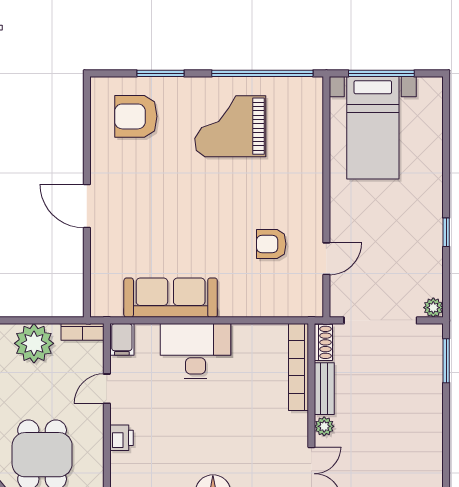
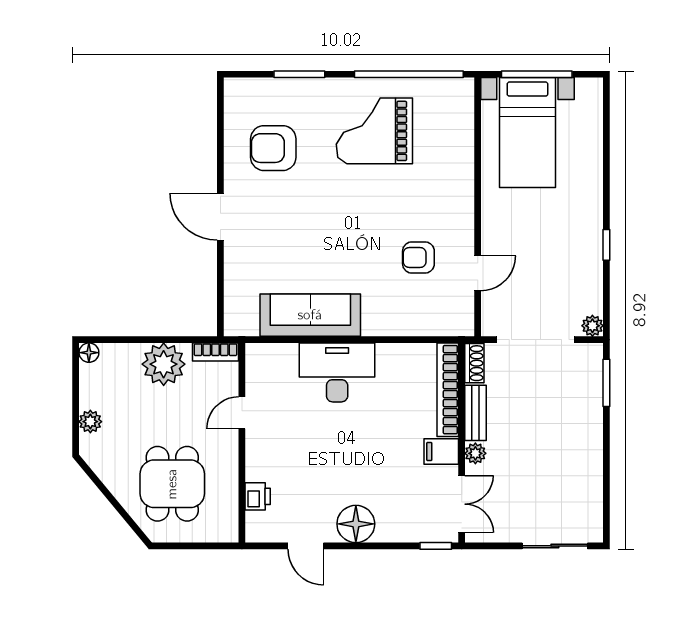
armchair: (136, 116) -> (273, 148), moved
filing cabinet: (122, 339) -> (441, 452), moved, turned 90
printer: (122, 438) -> (258, 496), moved

